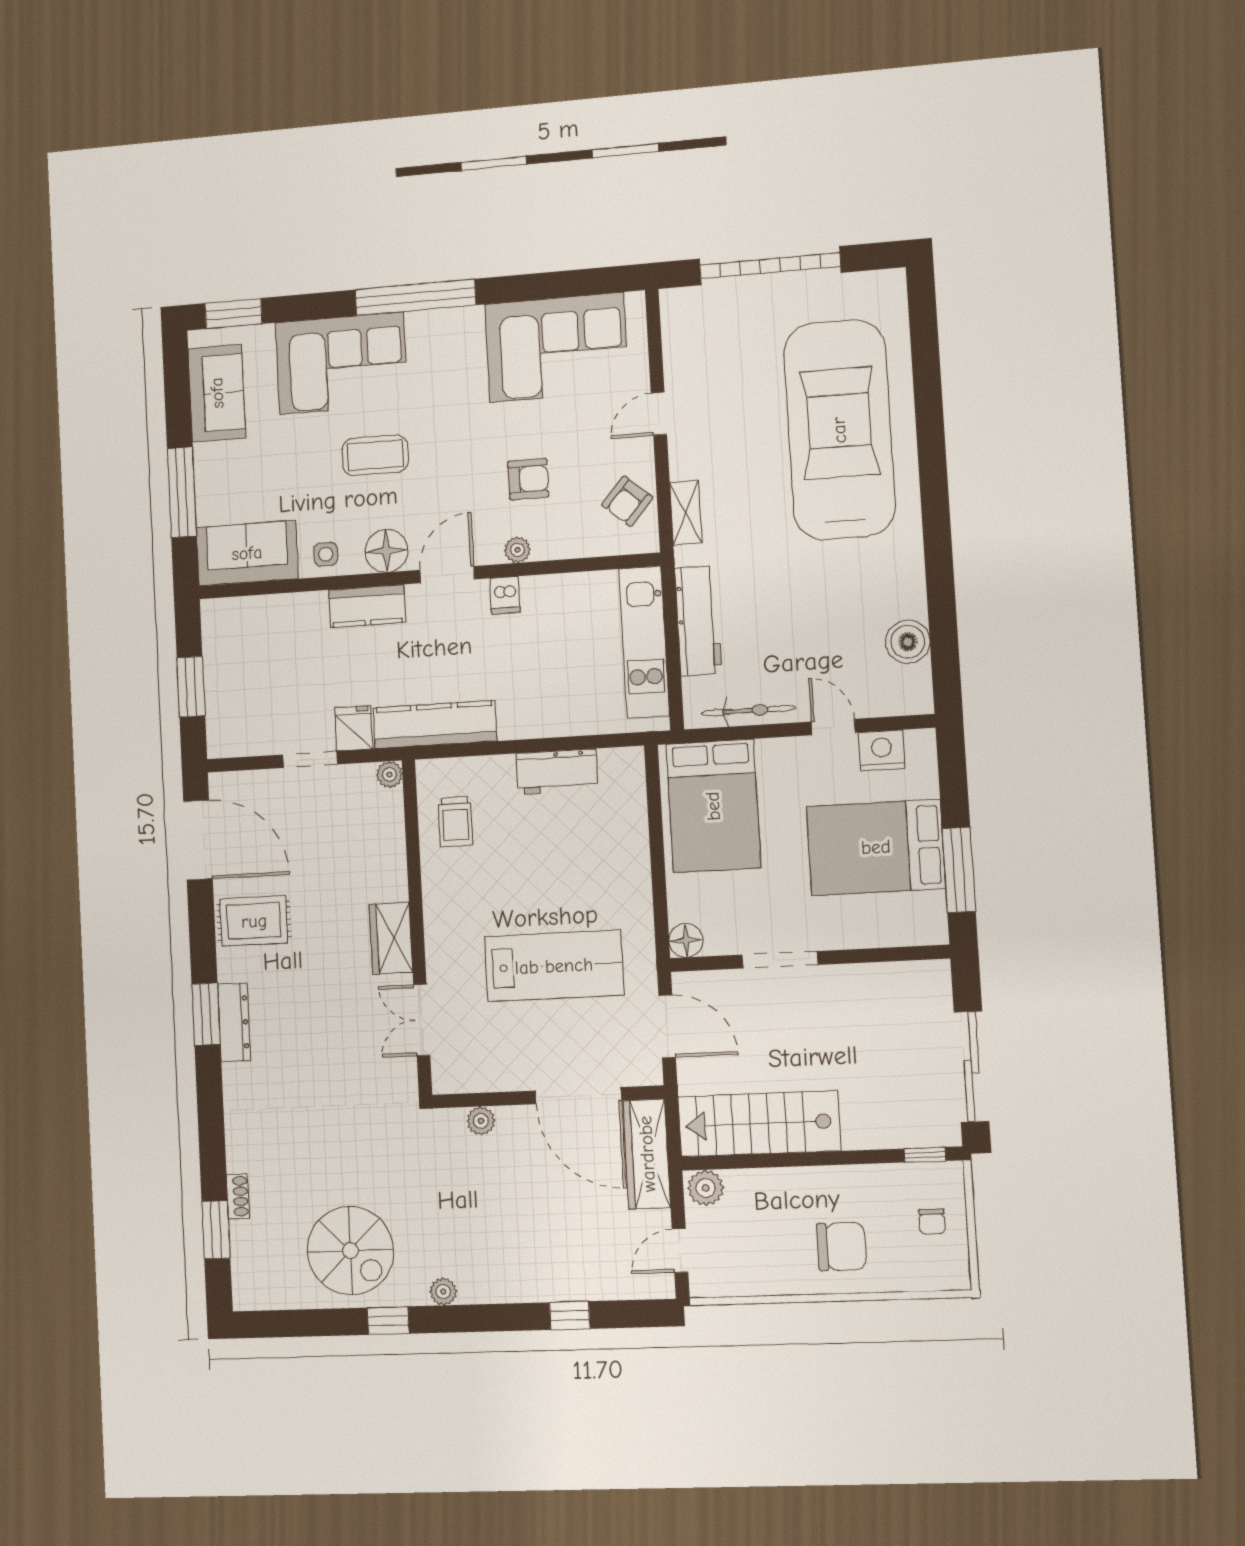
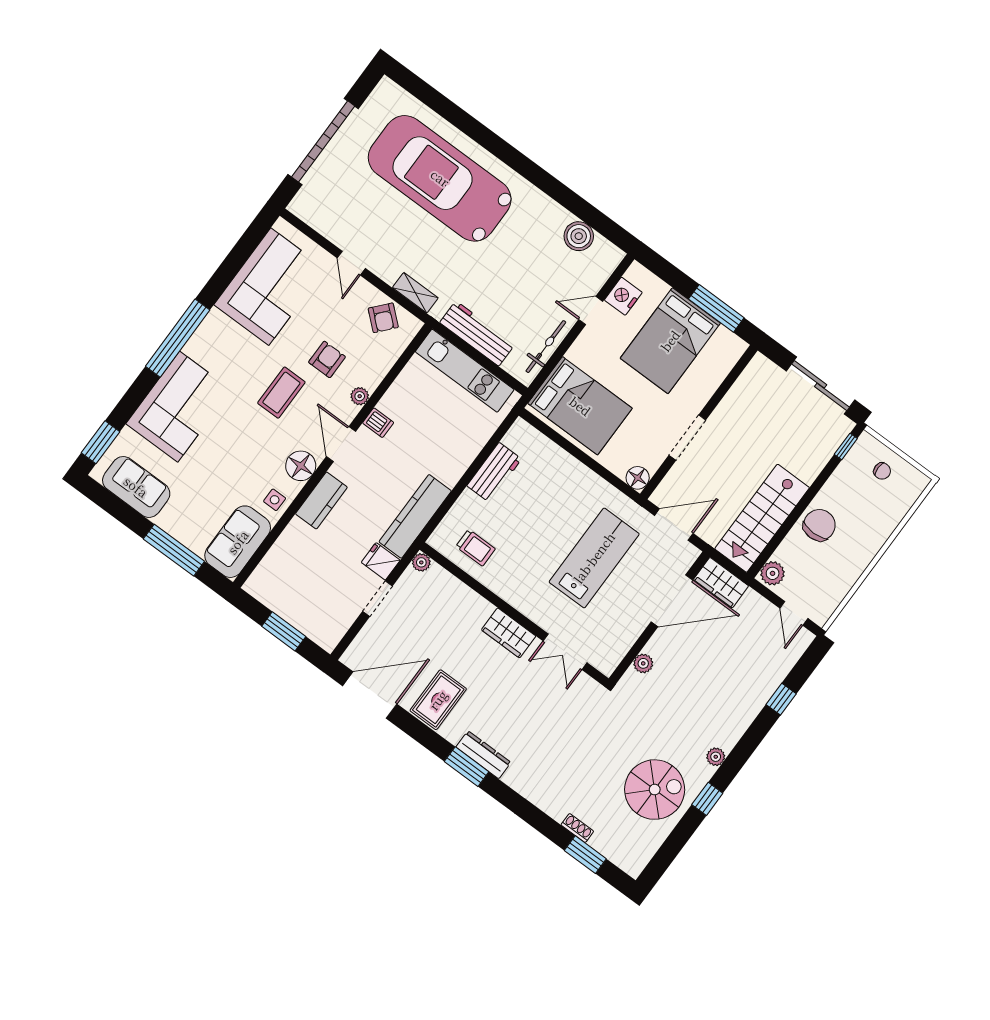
coffee table: (375, 455) -> (281, 393), moved
wardrobe: (647, 1154) -> (721, 583), width x0.67
chair: (842, 1247) -> (819, 525), moved

